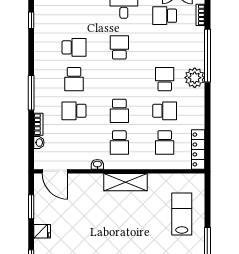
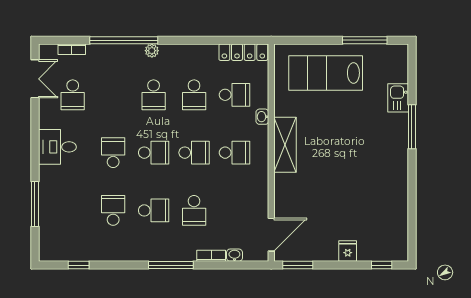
school desk: (119, 47) -> (113, 153), turned 90
plant: (195, 78) -> (152, 51), width x0.53, depth x0.53
school desk: (119, 79) -> (154, 153), added
school desk: (165, 79) -> (154, 95), turned -90
school desk: (165, 111) -> (194, 95), turned 180
washbasin: (97, 164) -> (262, 117), moved
window: (31, 207) -> (298, 265), moved
lab bench: (182, 214) -> (326, 73), width x1.36, depth x1.39

